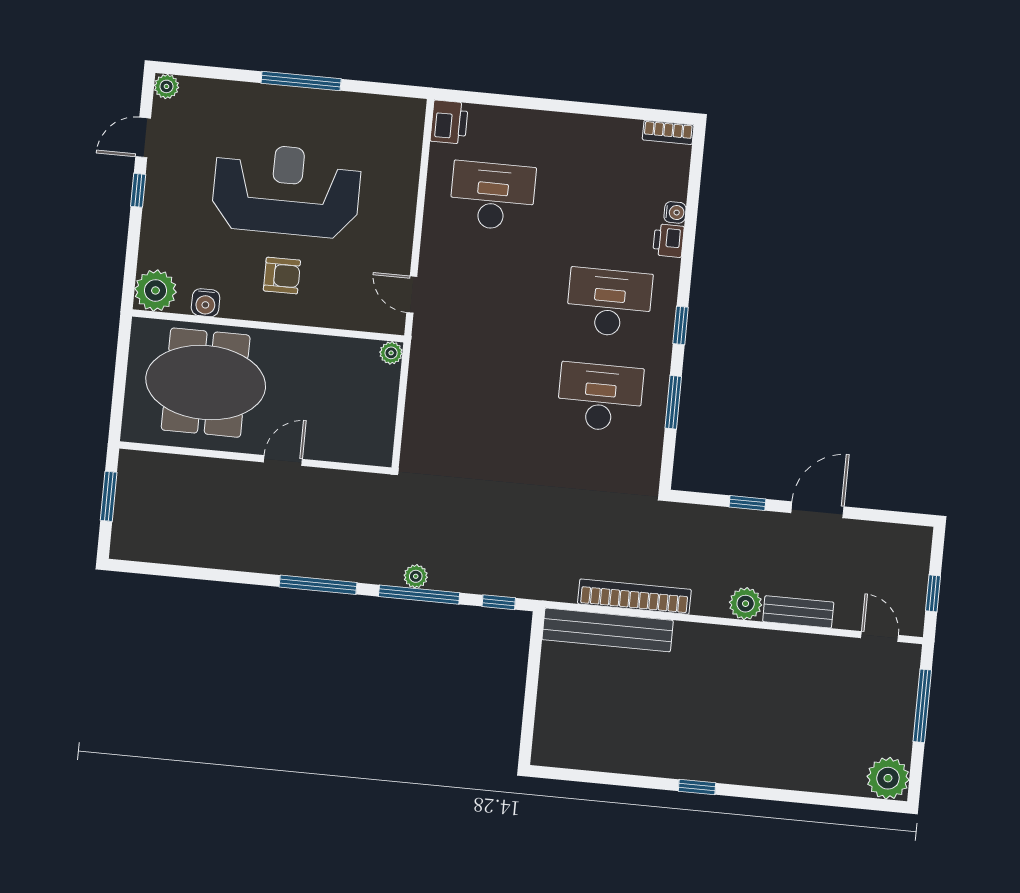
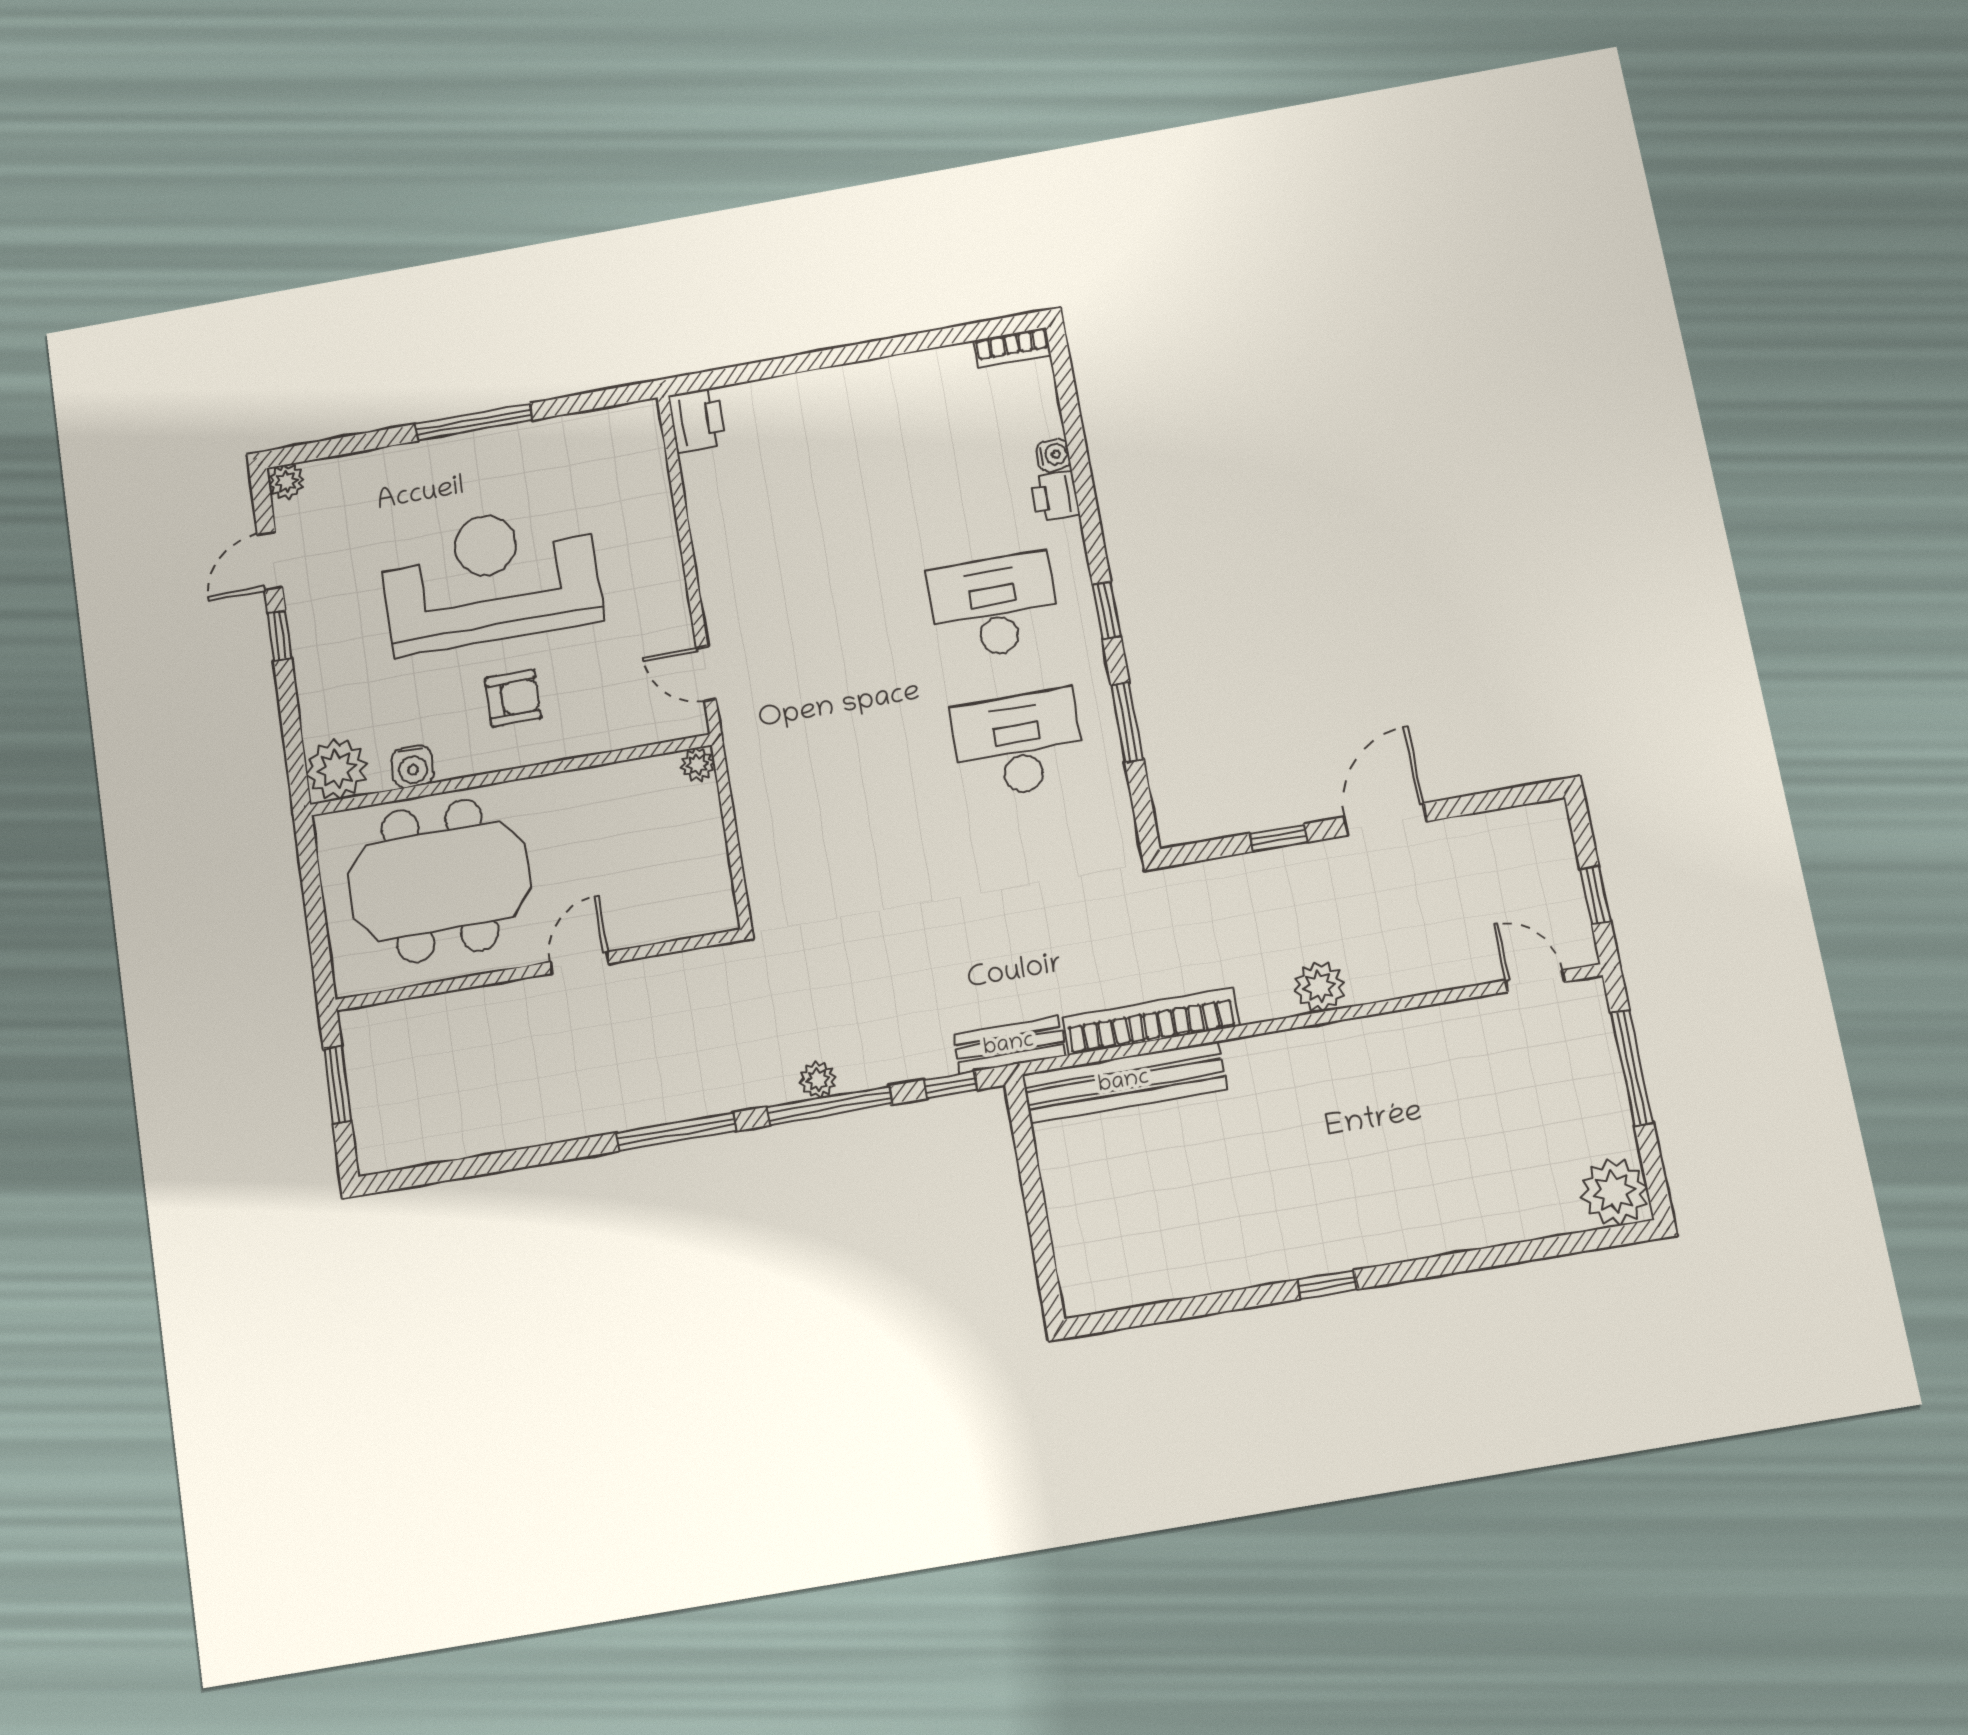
desk: (492, 196) -> (786, 504), removed
bench: (798, 612) -> (1009, 1045), moved

